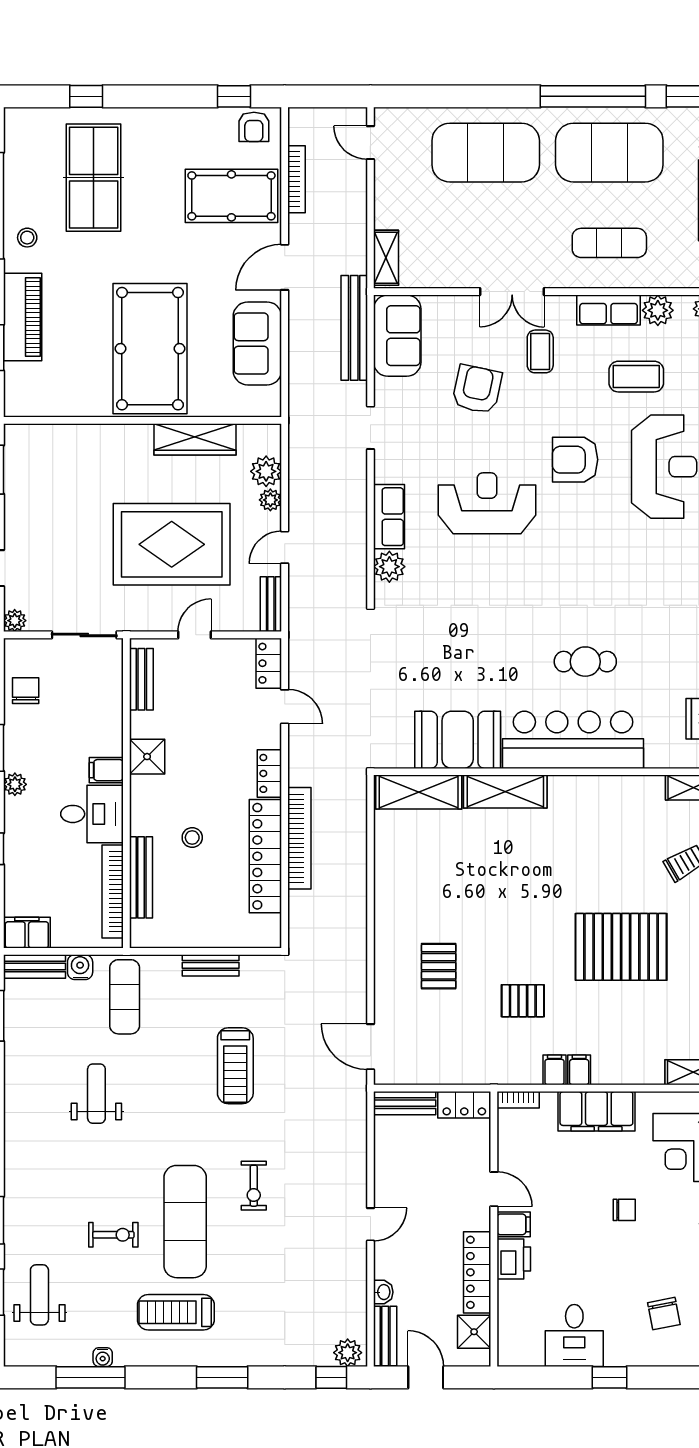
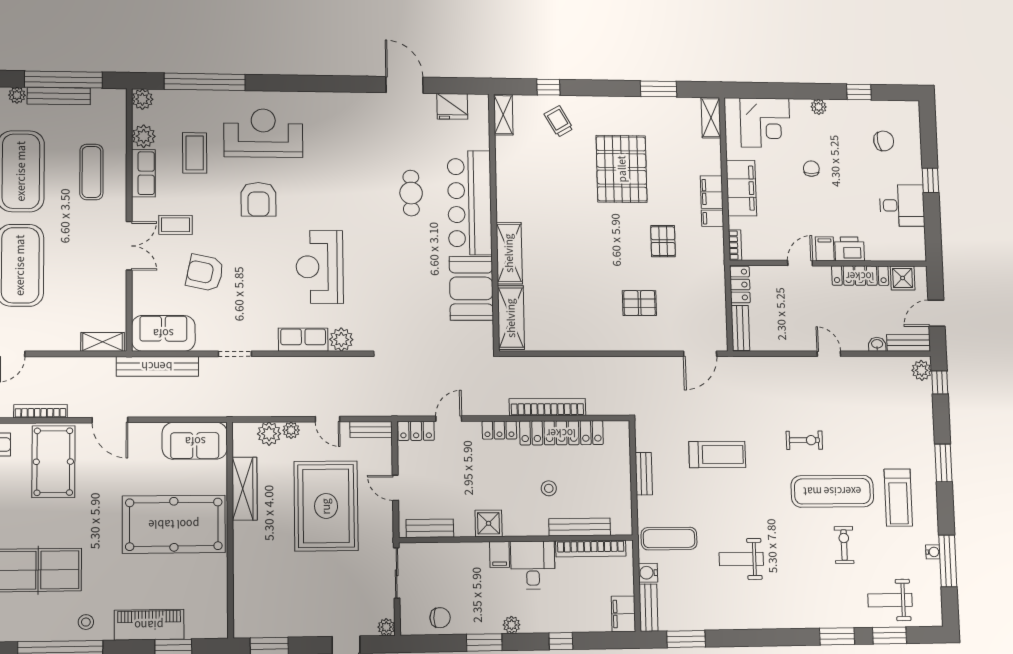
sofa: (257, 343) -> (195, 441), moved
reception desk: (487, 503) -> (320, 267), moved
chair: (26, 691) -> (440, 618), turned 180
filing cabinet: (579, 1070) -> (712, 192), width x2.00

